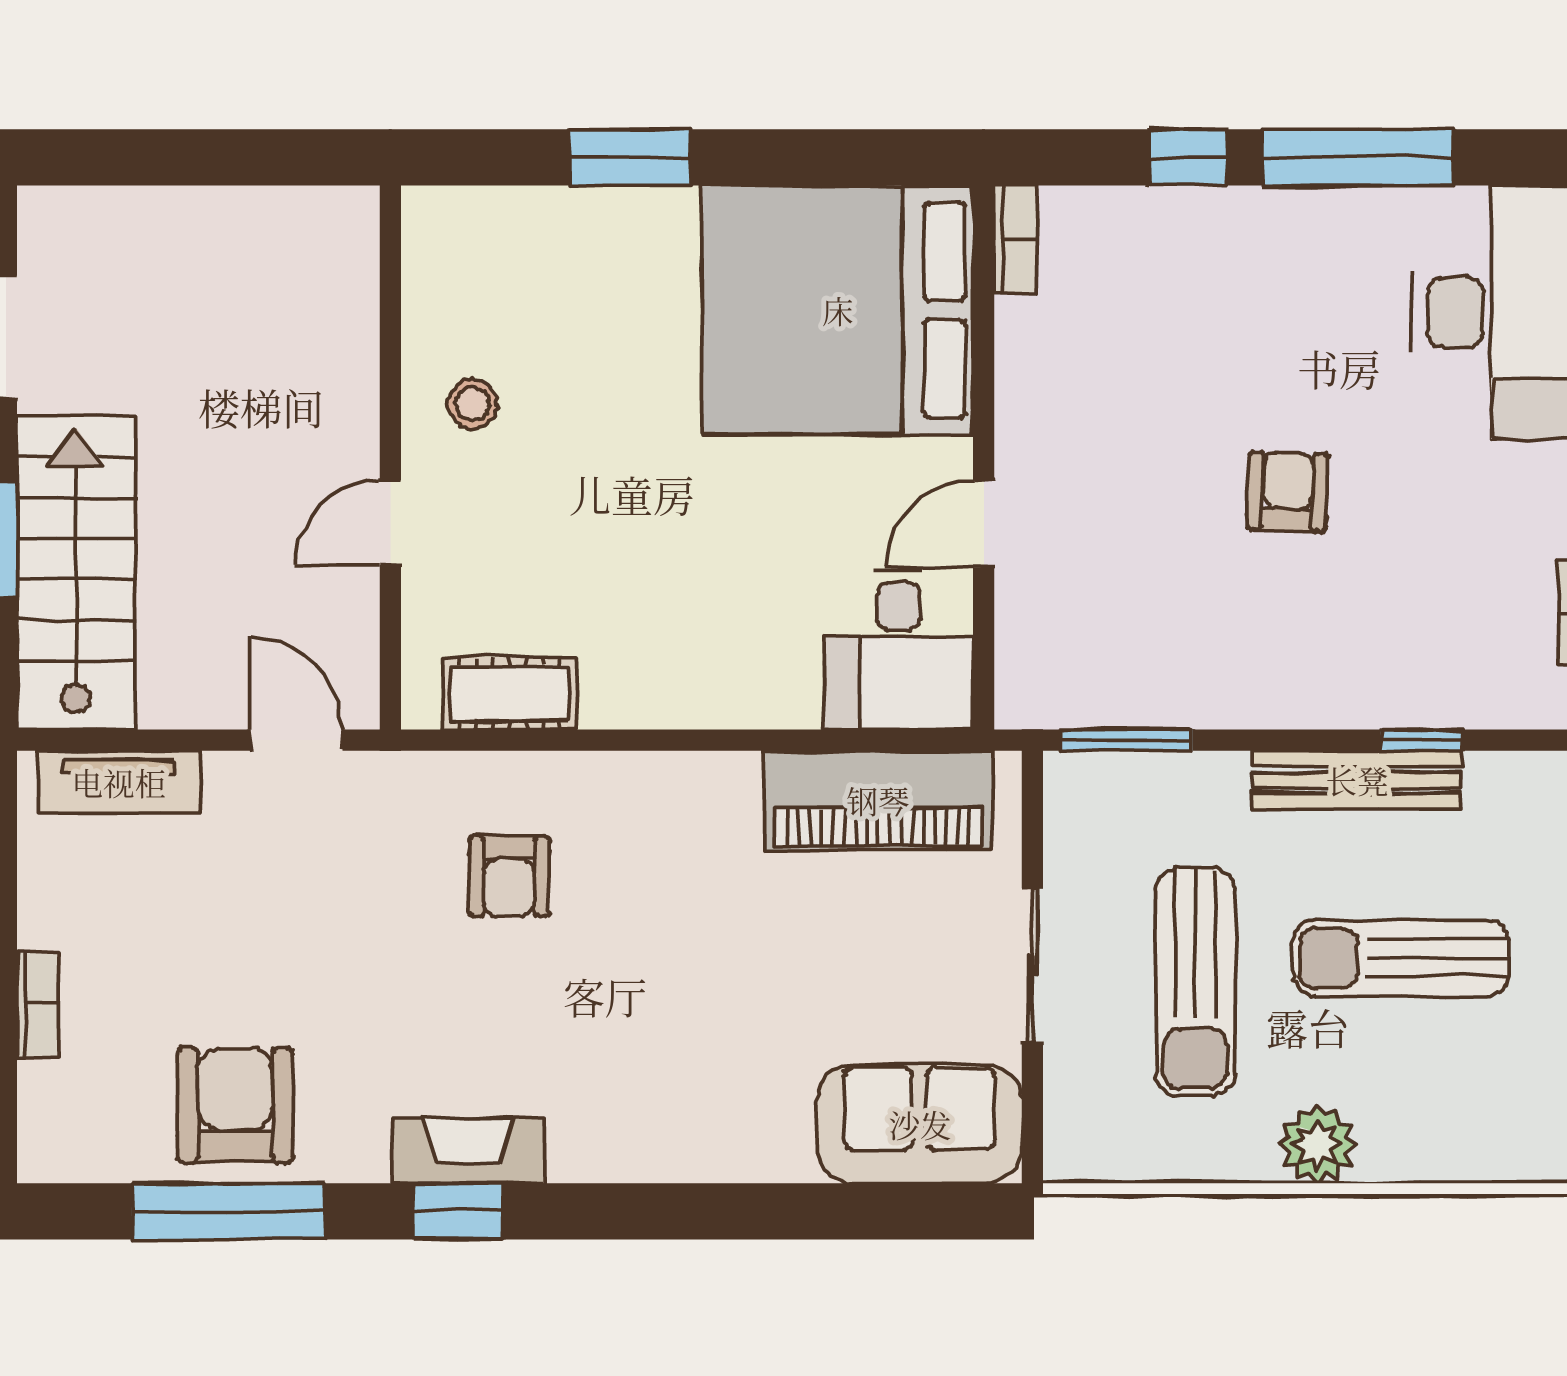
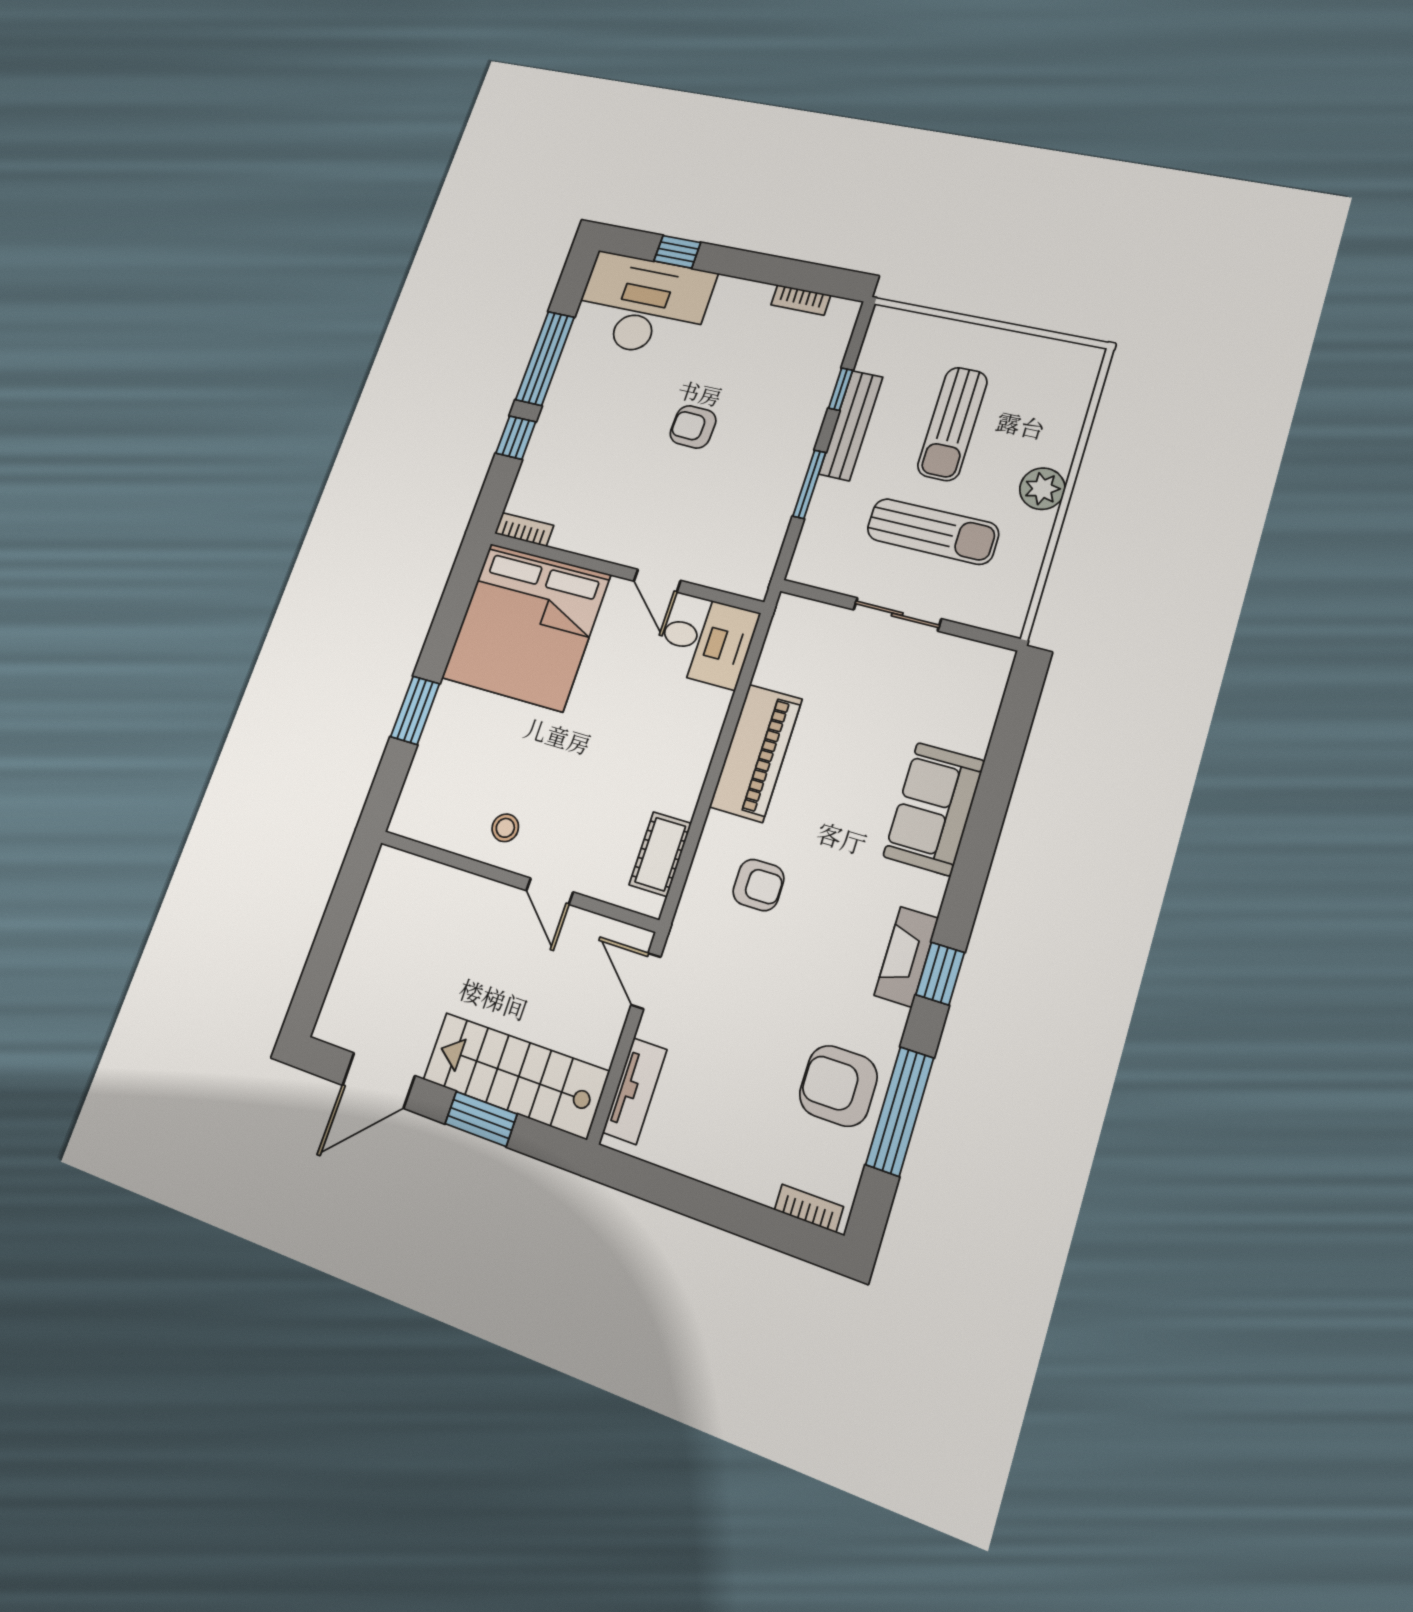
door: (296, 740) -> (646, 981), hinge flipped
window: (1127, 740) -> (809, 484), moved
piano: (878, 800) -> (756, 753), moved
bookcase: (38, 1004) -> (809, 1208), moved
sofa: (920, 1124) -> (934, 809), moved

